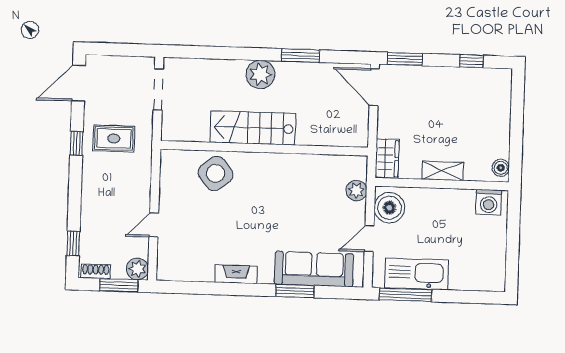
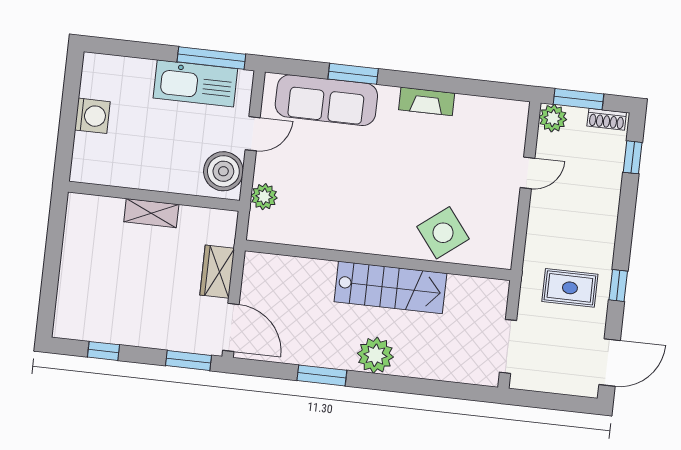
wardrobe: (387, 159) -> (217, 272), moved
boiler: (501, 168) -> (77, 211), removed
washing machine: (489, 202) -> (92, 116), moved, turned 90

